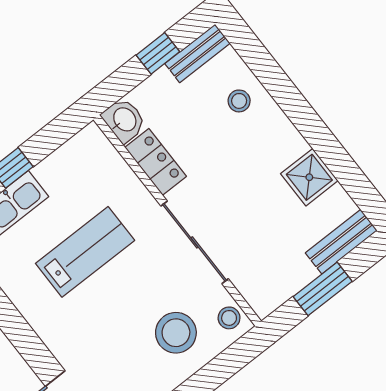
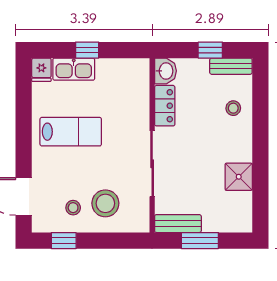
bench: (341, 242) -> (178, 224), moved
lab bench: (85, 252) -> (71, 132), moved
stool: (229, 318) -> (73, 208), moved

